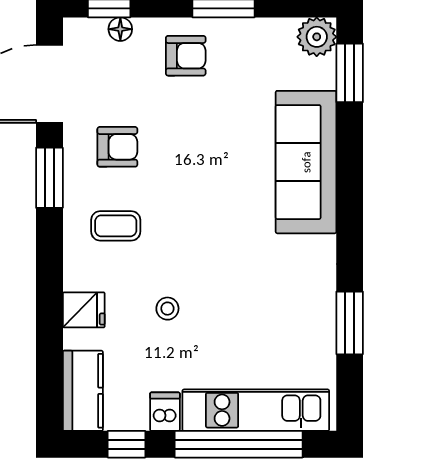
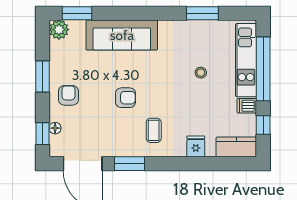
armchair: (117, 147) -> (125, 98), moved, turned 90
stool: (167, 309) -> (201, 73), moved

